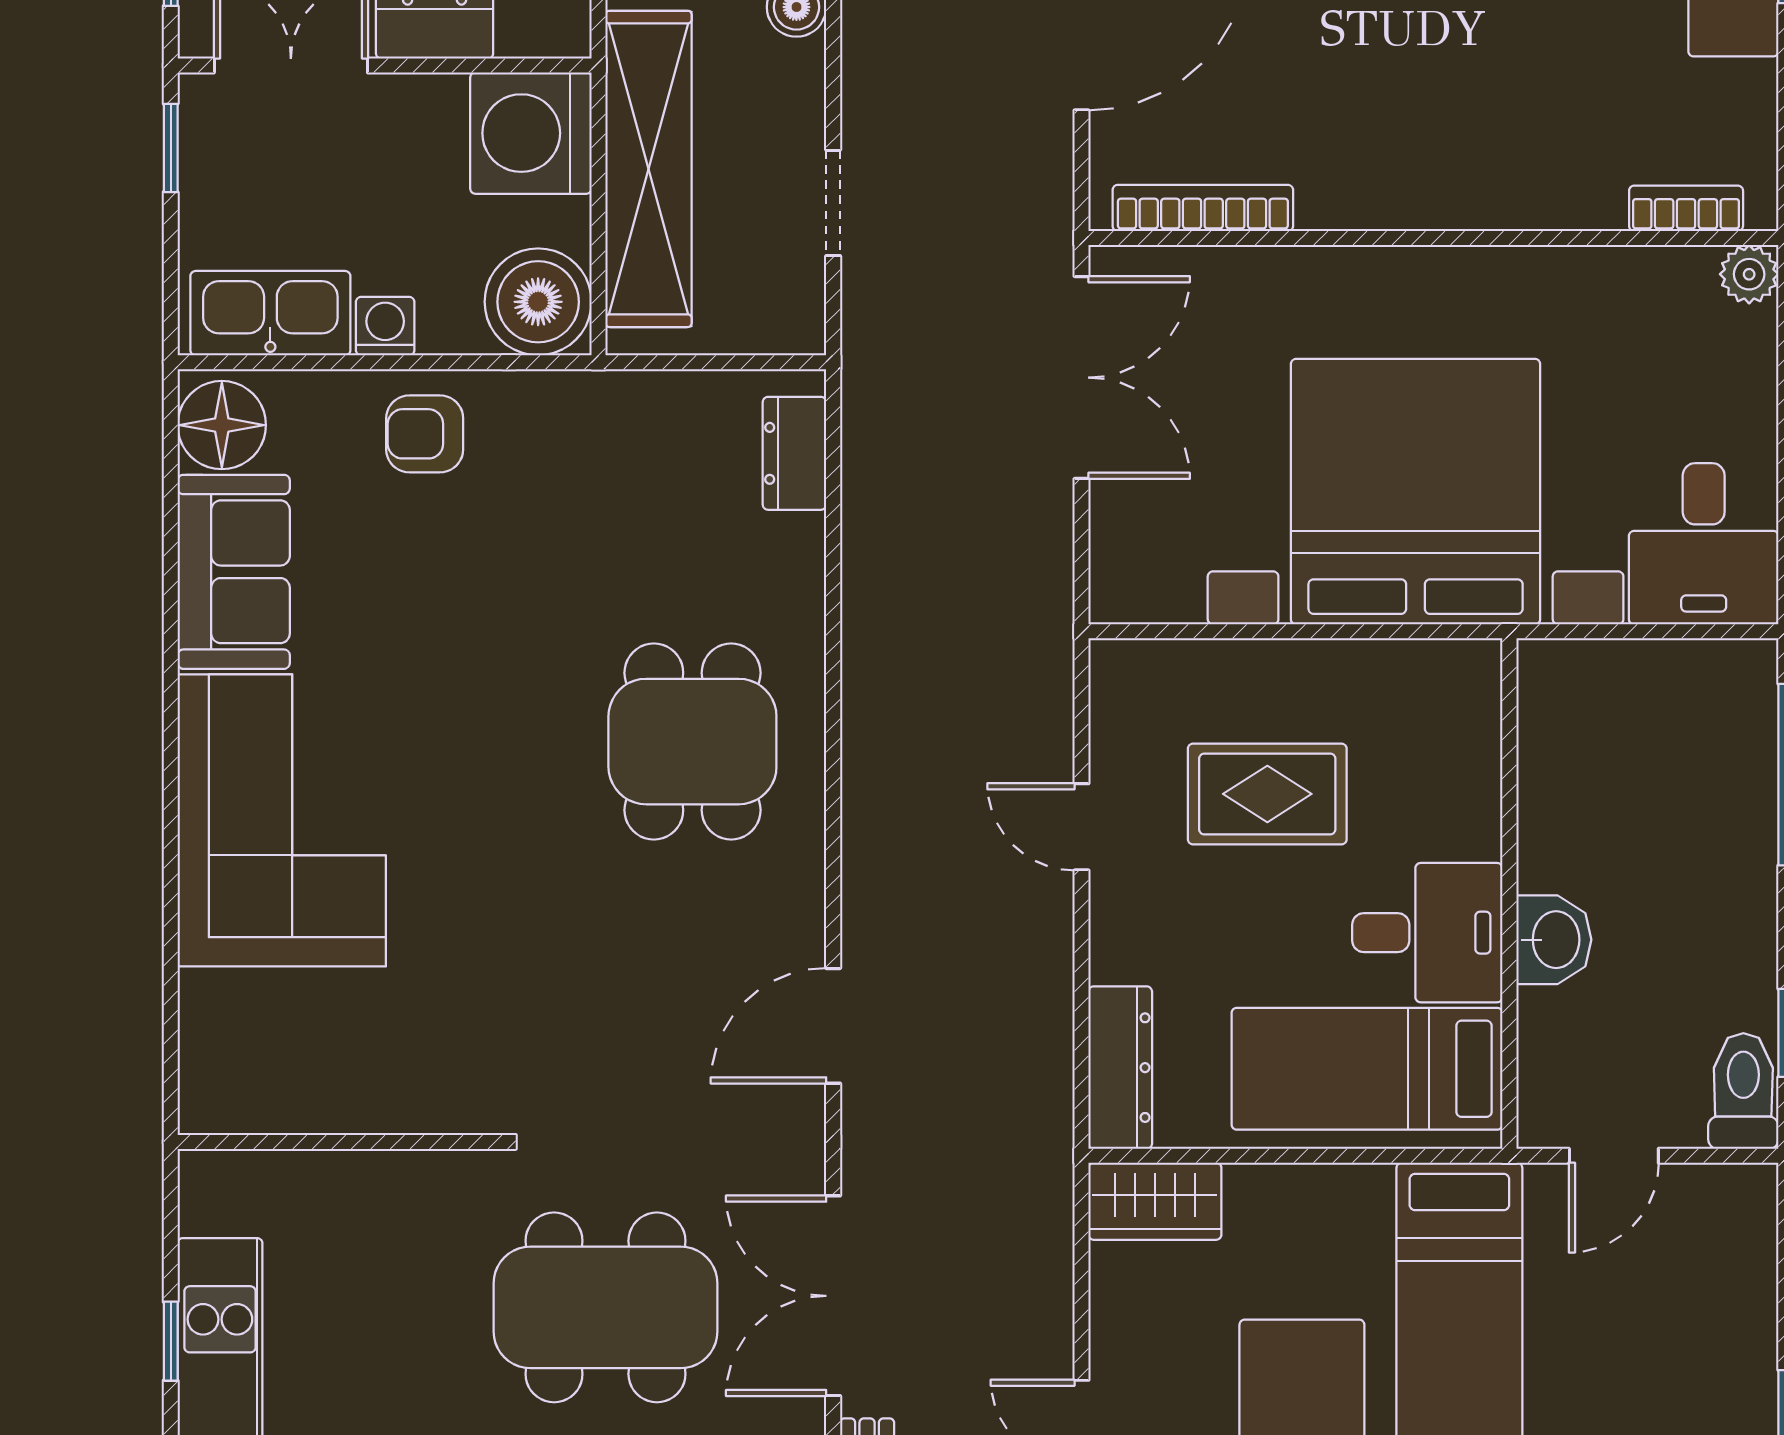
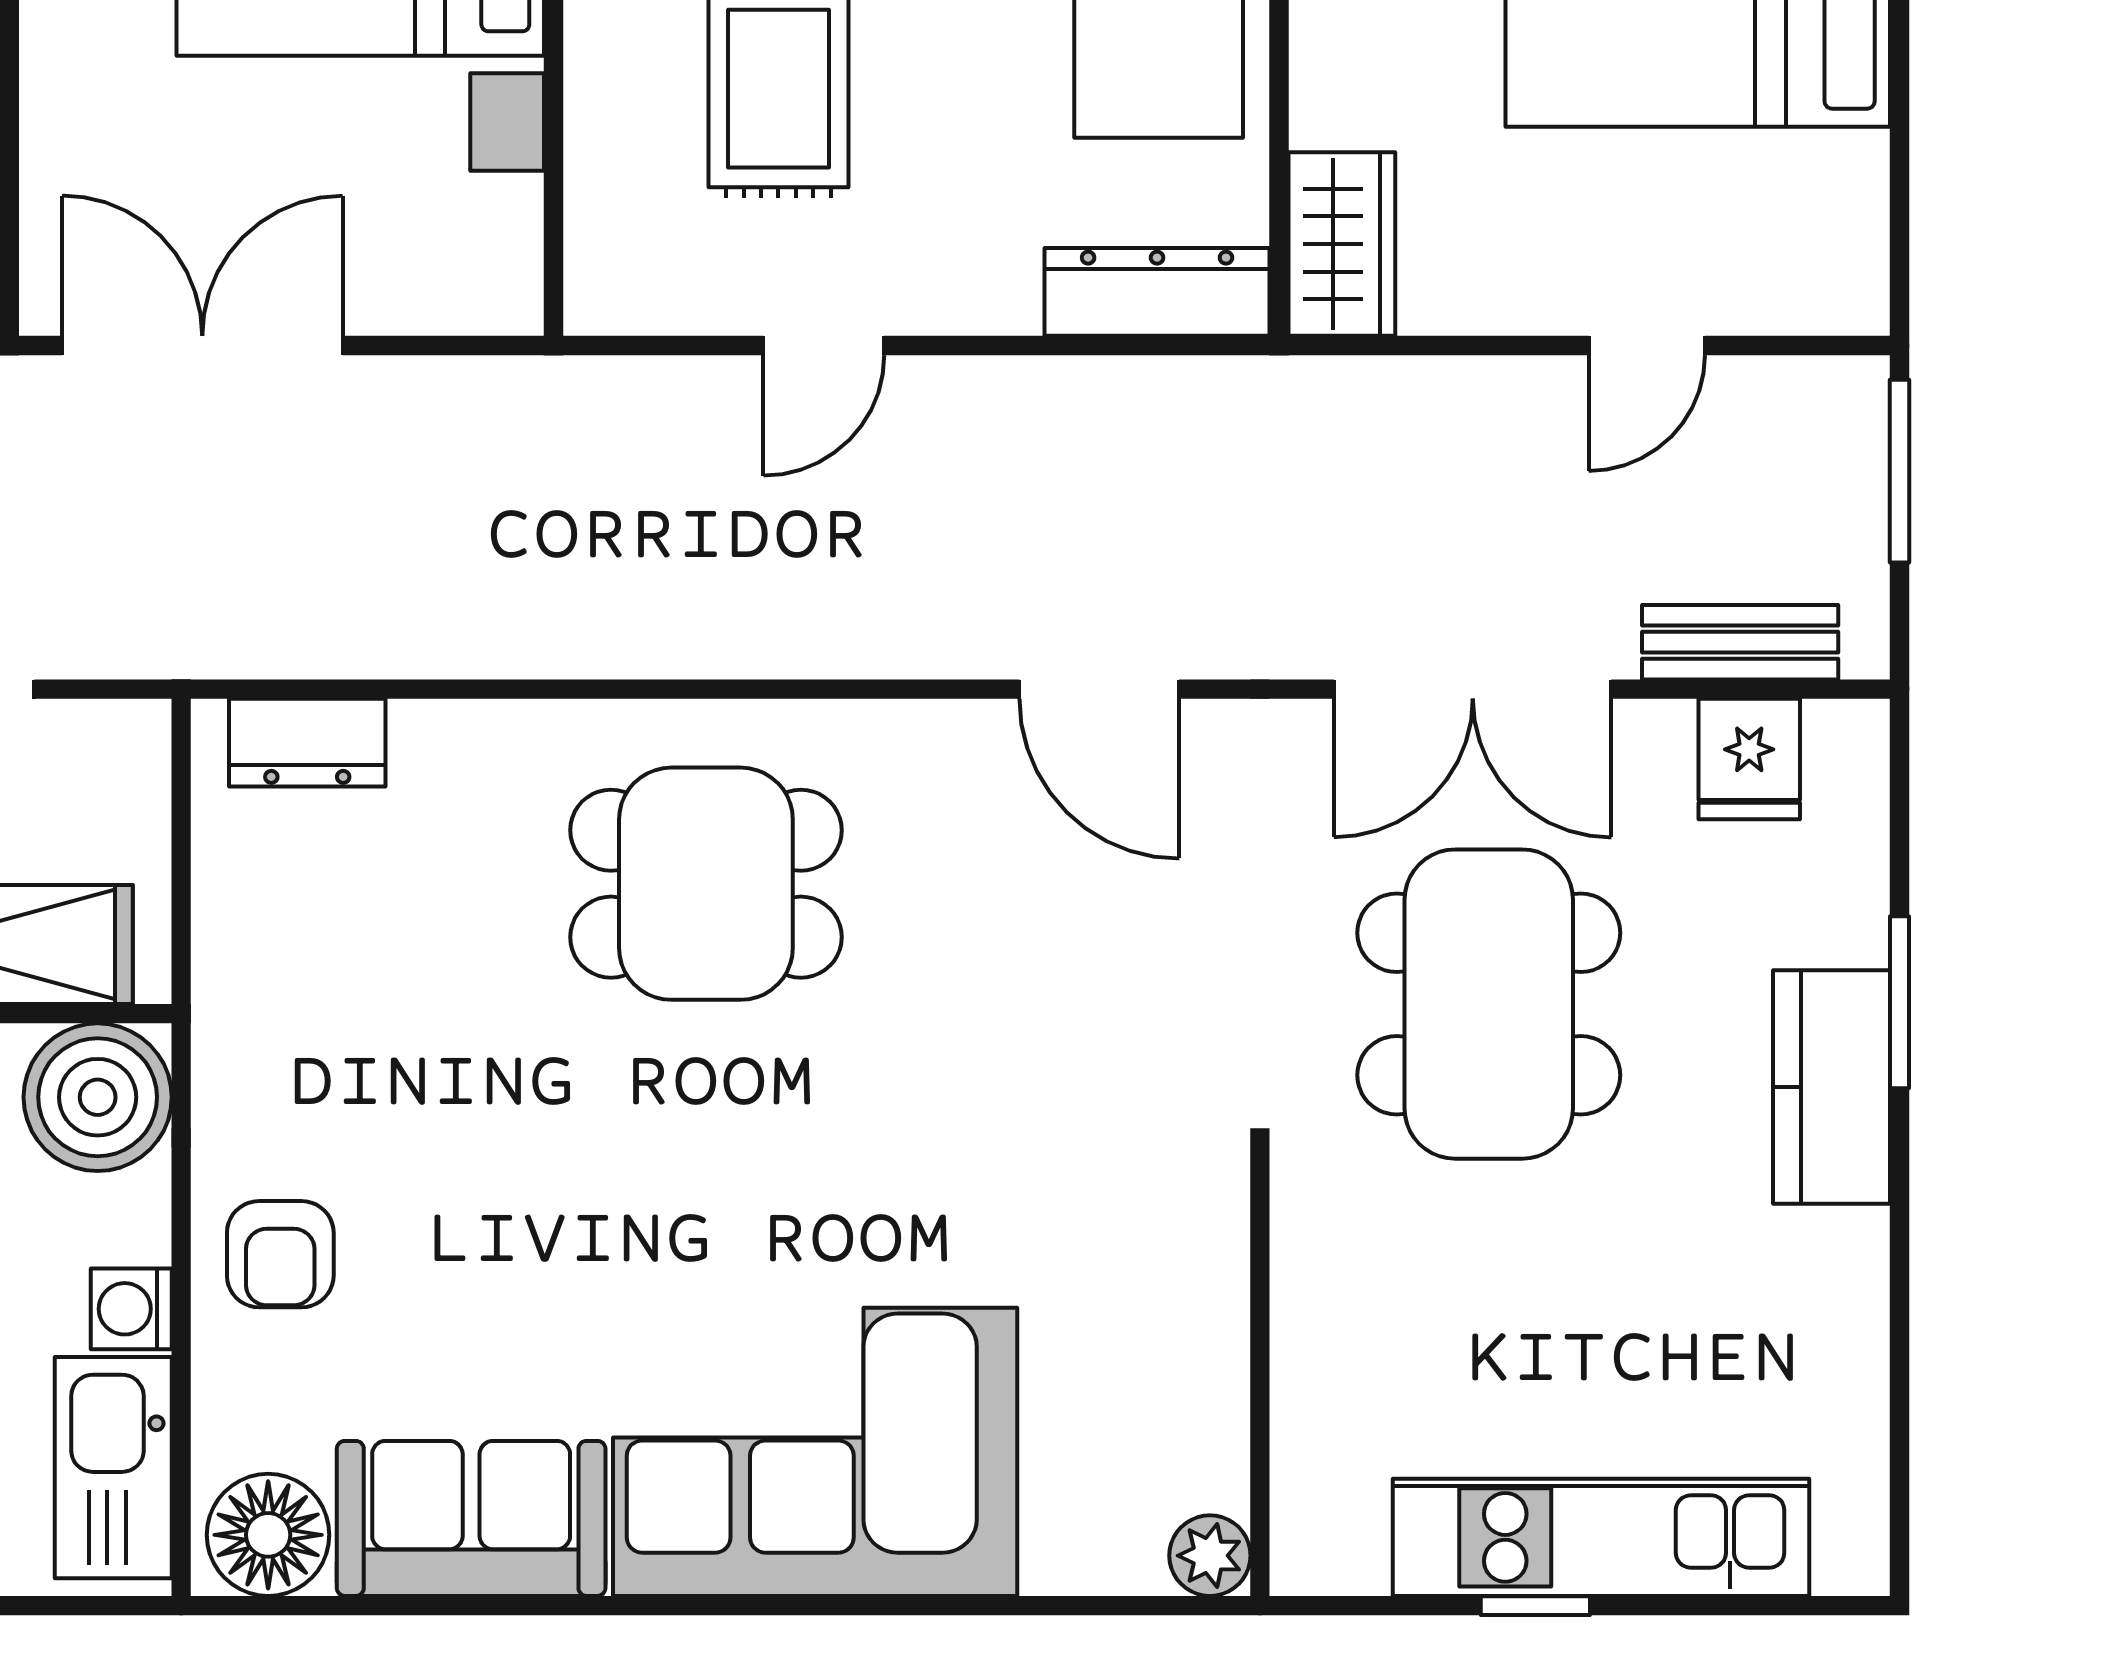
plant: (207, 1106) -> (1210, 1556), added

